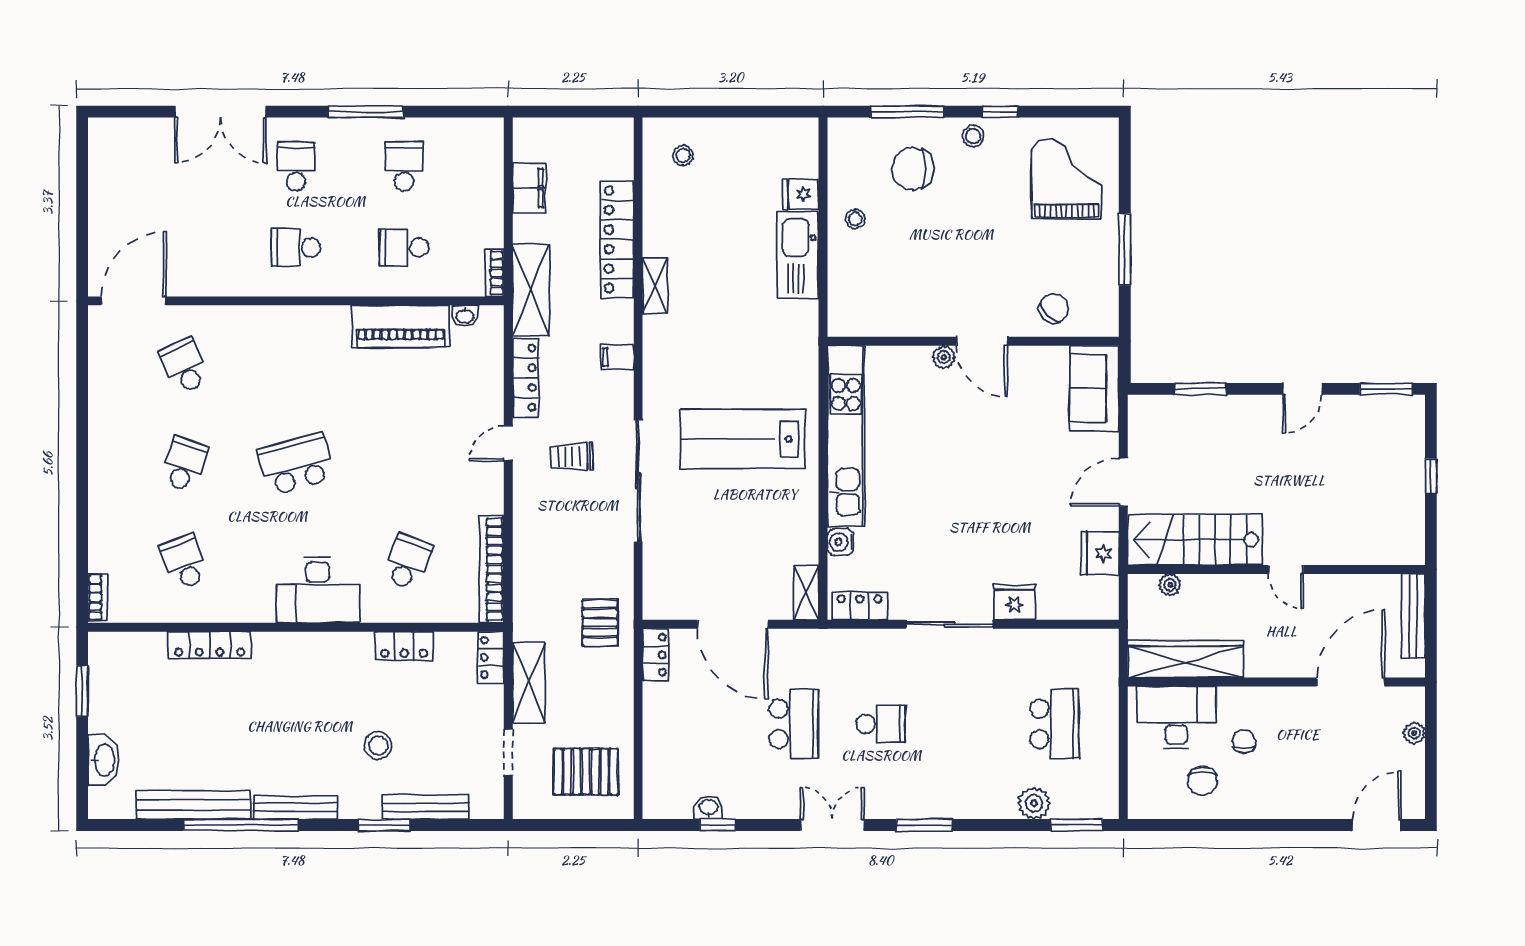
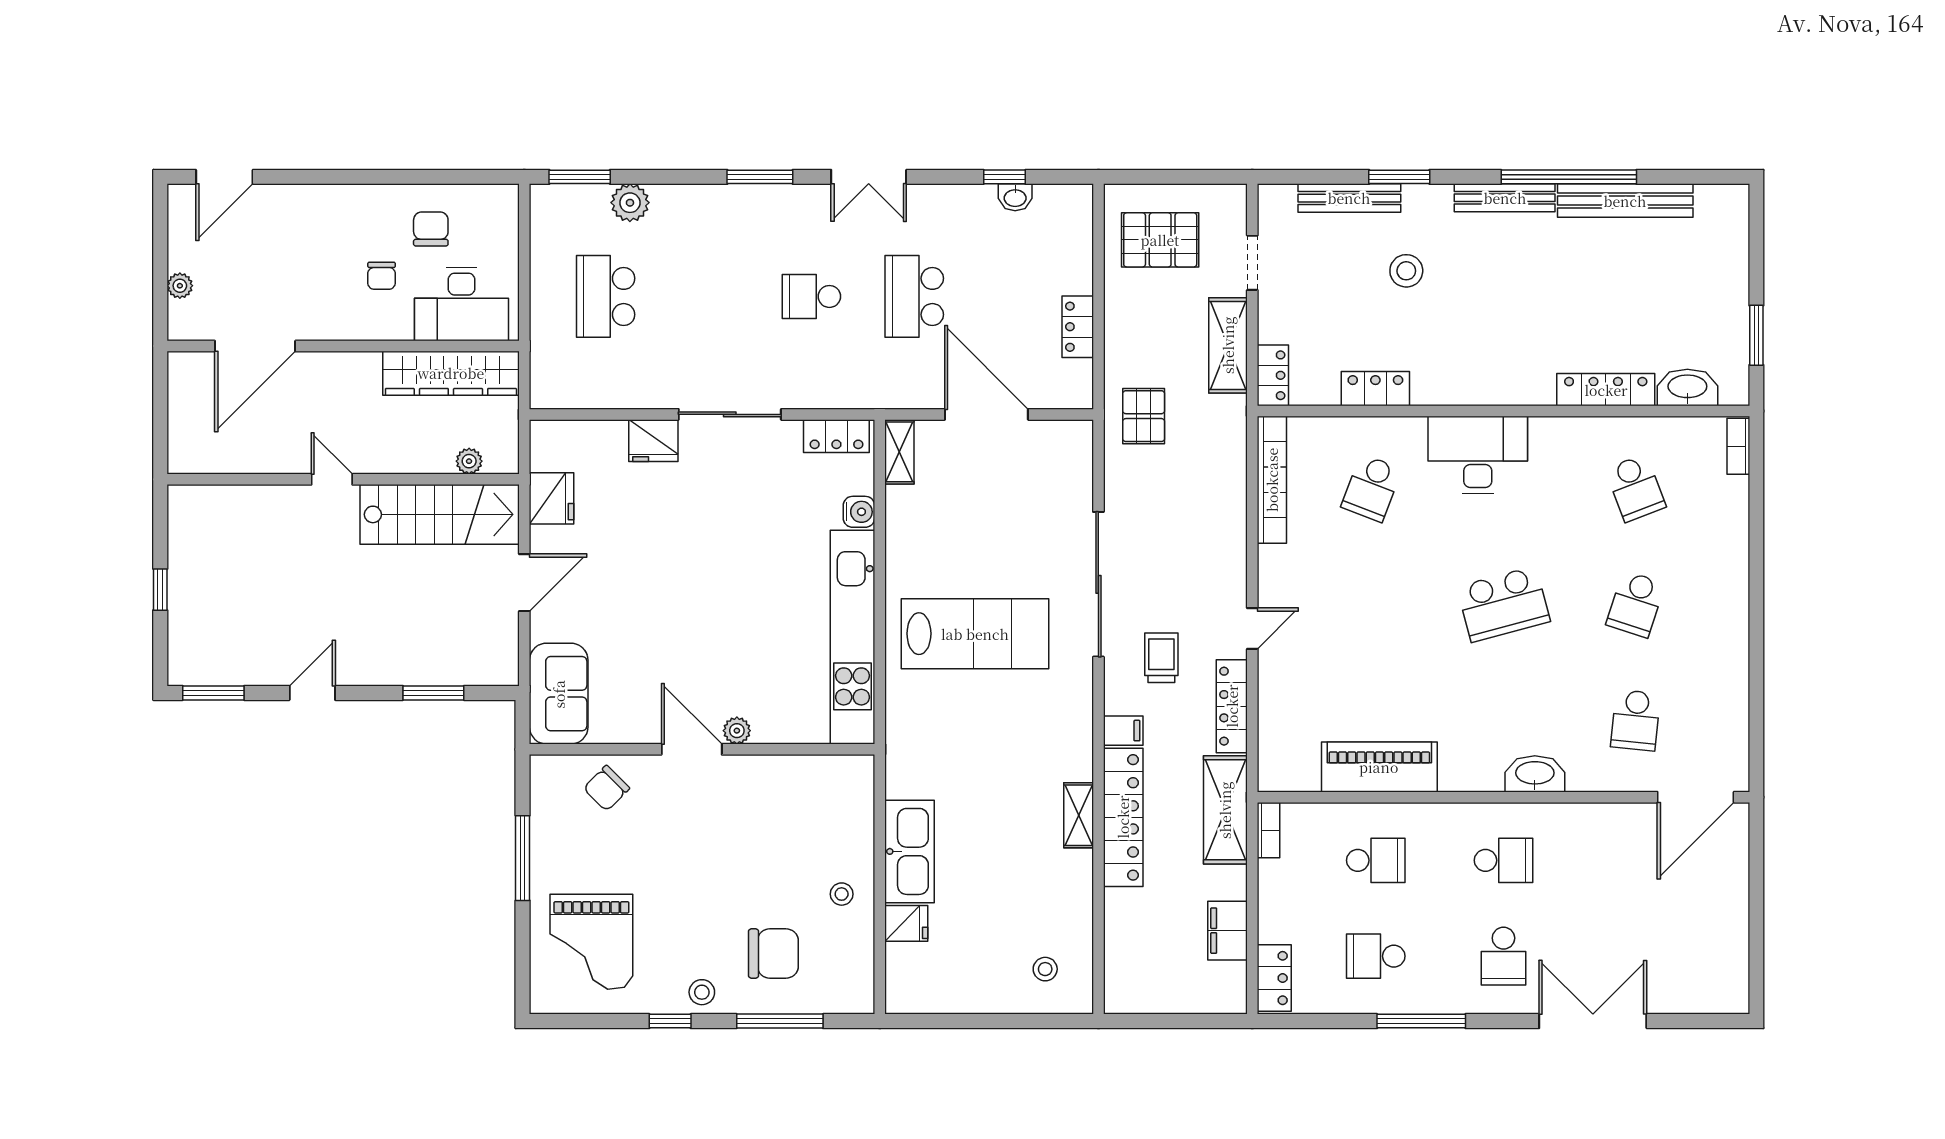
locker: (490, 148) -> (1274, 978), added
school desk: (404, 167) -> (1376, 956), turned 90
locker: (617, 239) -> (1123, 817), moved
washbasin: (465, 316) -> (1535, 774), moved, width x1.91, depth x1.45
school desk: (184, 366) -> (1636, 720), turned 30
trolley: (572, 457) -> (1161, 658), moved, turned -88
bench: (1413, 616) -> (181, 424), removed
locker: (656, 655) -> (1078, 327), moved
washbasin: (104, 760) -> (1687, 387), moved, turned 90

